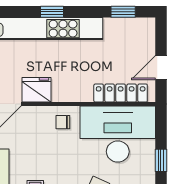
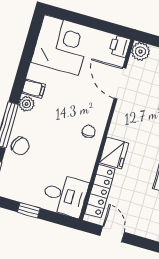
fridge: (36, 90) -> (114, 153), moved
desk: (118, 134) -> (65, 195), width x0.53, depth x0.77

